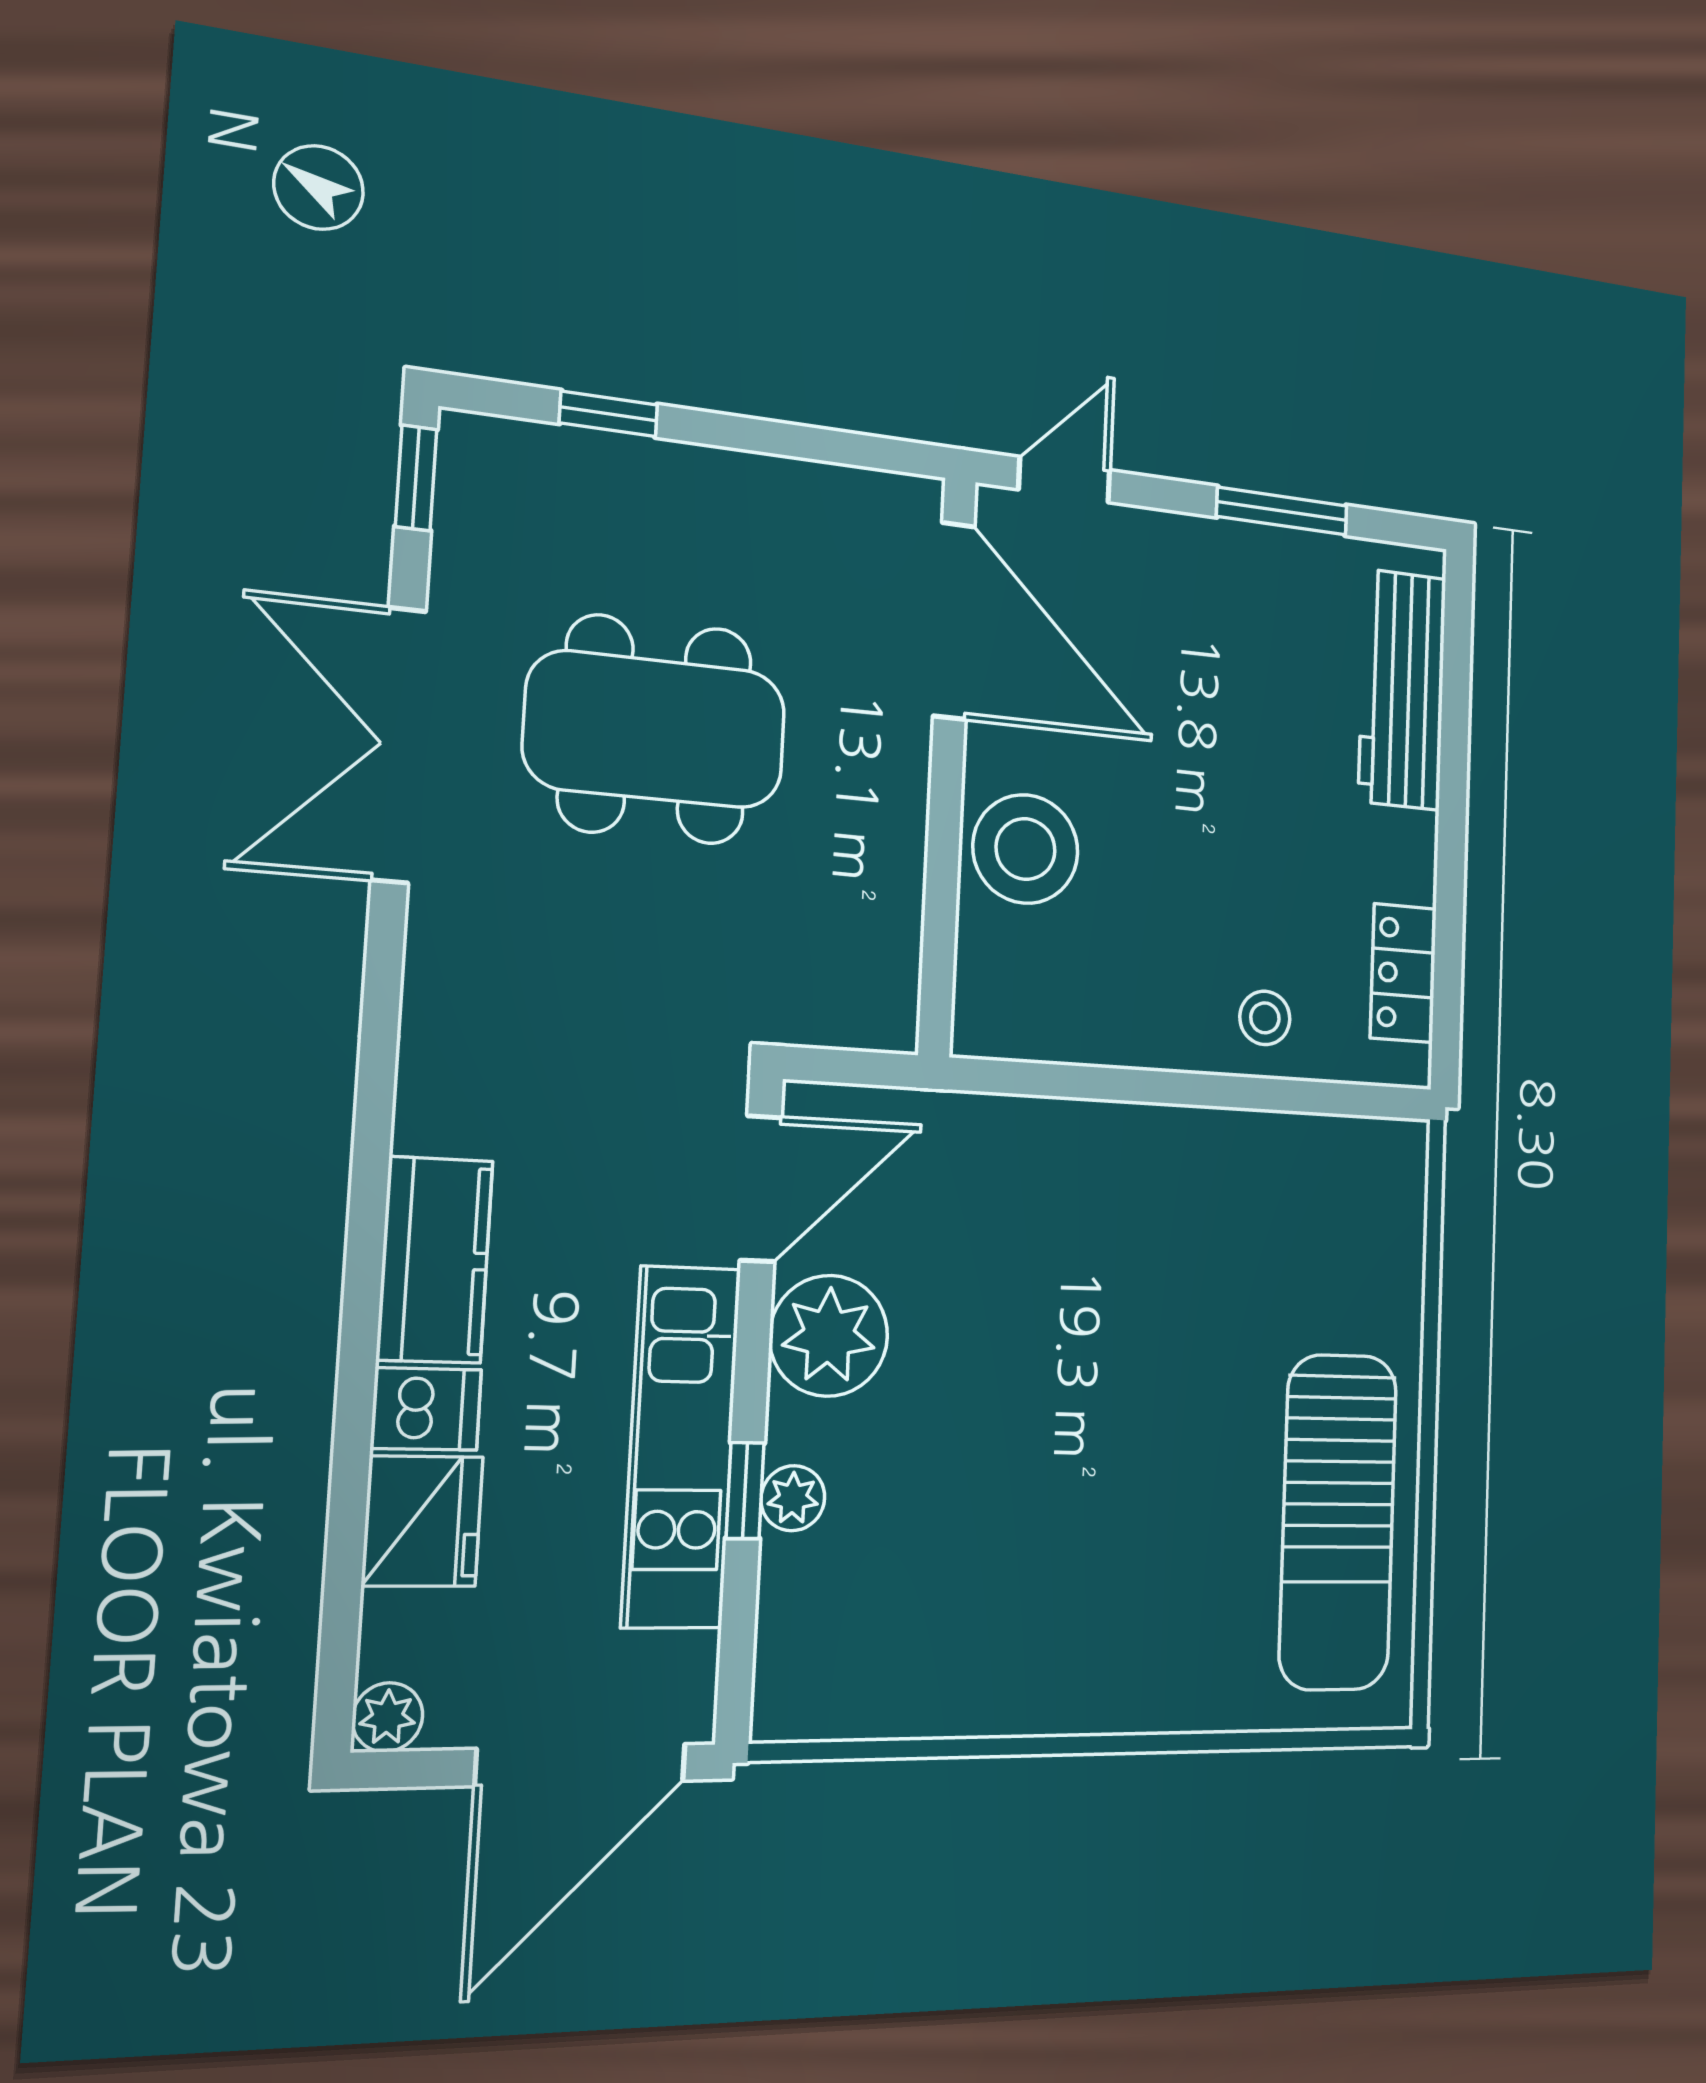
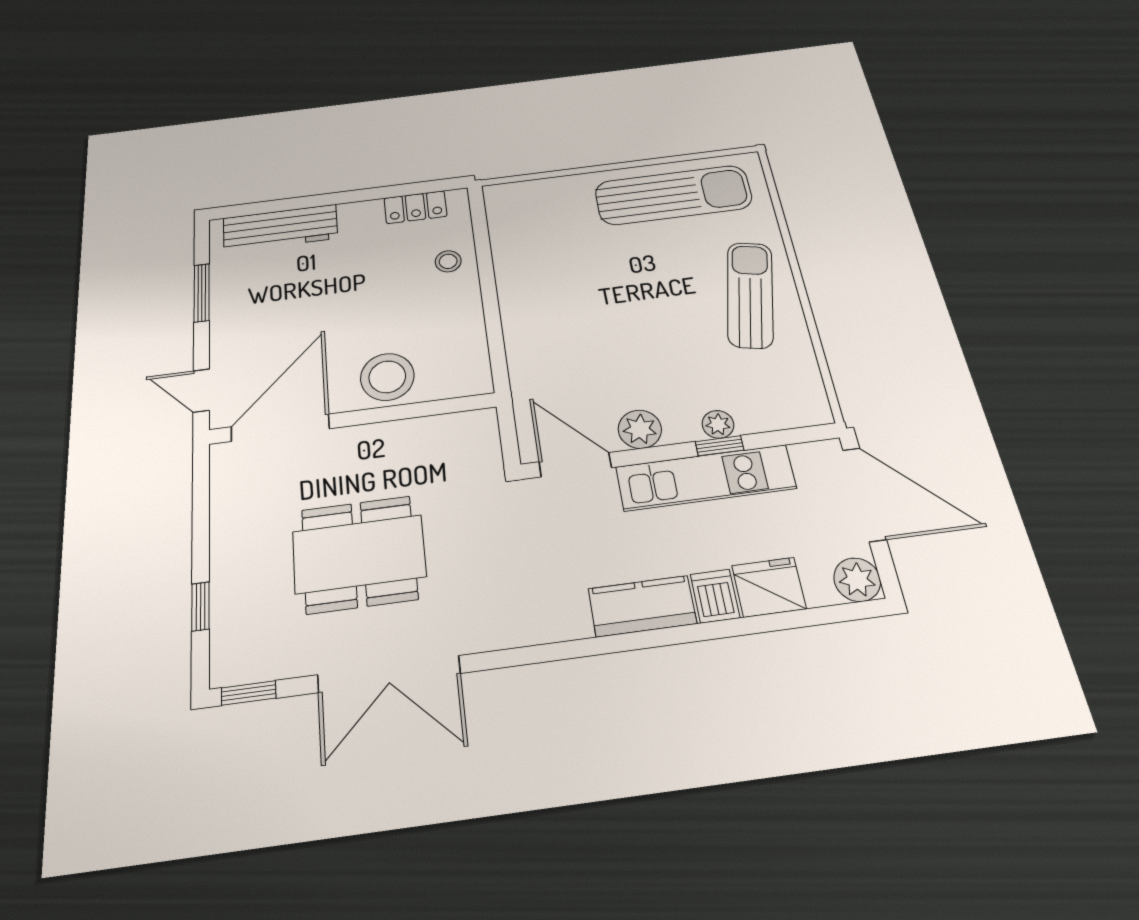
dining table: (655, 730) -> (359, 554), turned 90
plant: (829, 1336) -> (640, 429), width x0.73, depth x0.73
sun lounger: (1074, 1633) -> (750, 295), added
plant: (387, 1717) -> (857, 580), width x1.38, depth x1.38

